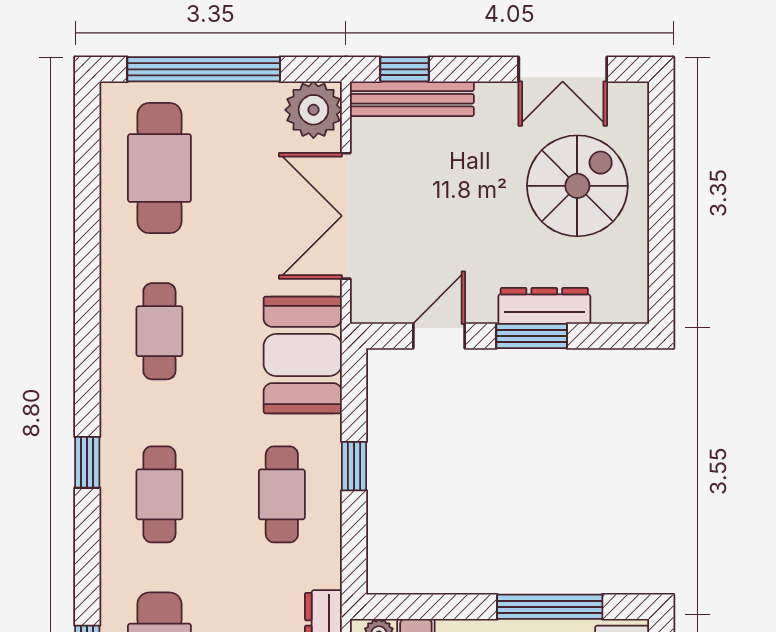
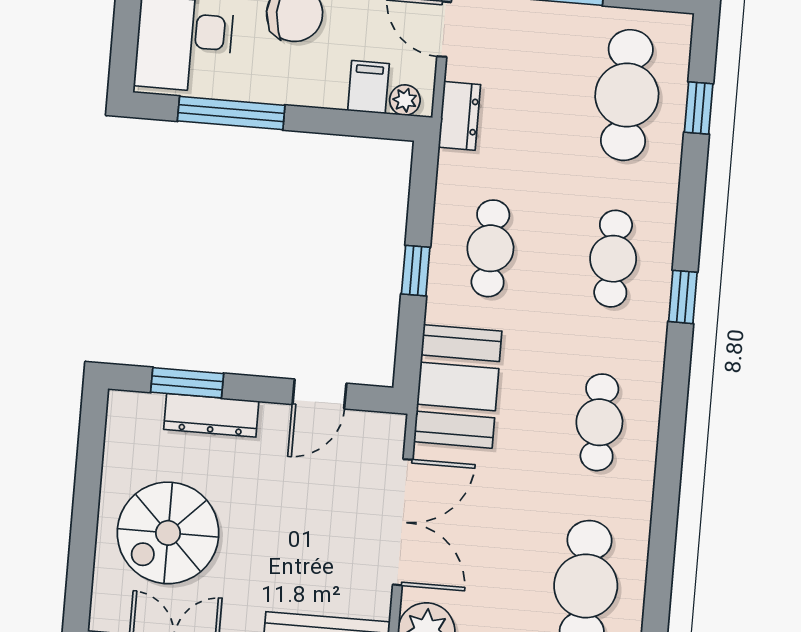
window: (532, 336) -> (187, 383), moved

